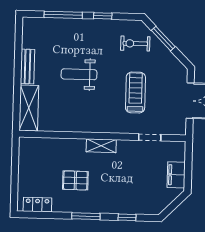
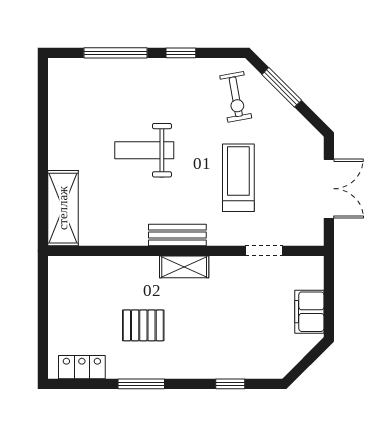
exercise bike: (135, 44) -> (236, 97), turned -100
bench: (27, 66) -> (177, 235), moved, turned 90
window: (86, 216) -> (141, 384), moved

